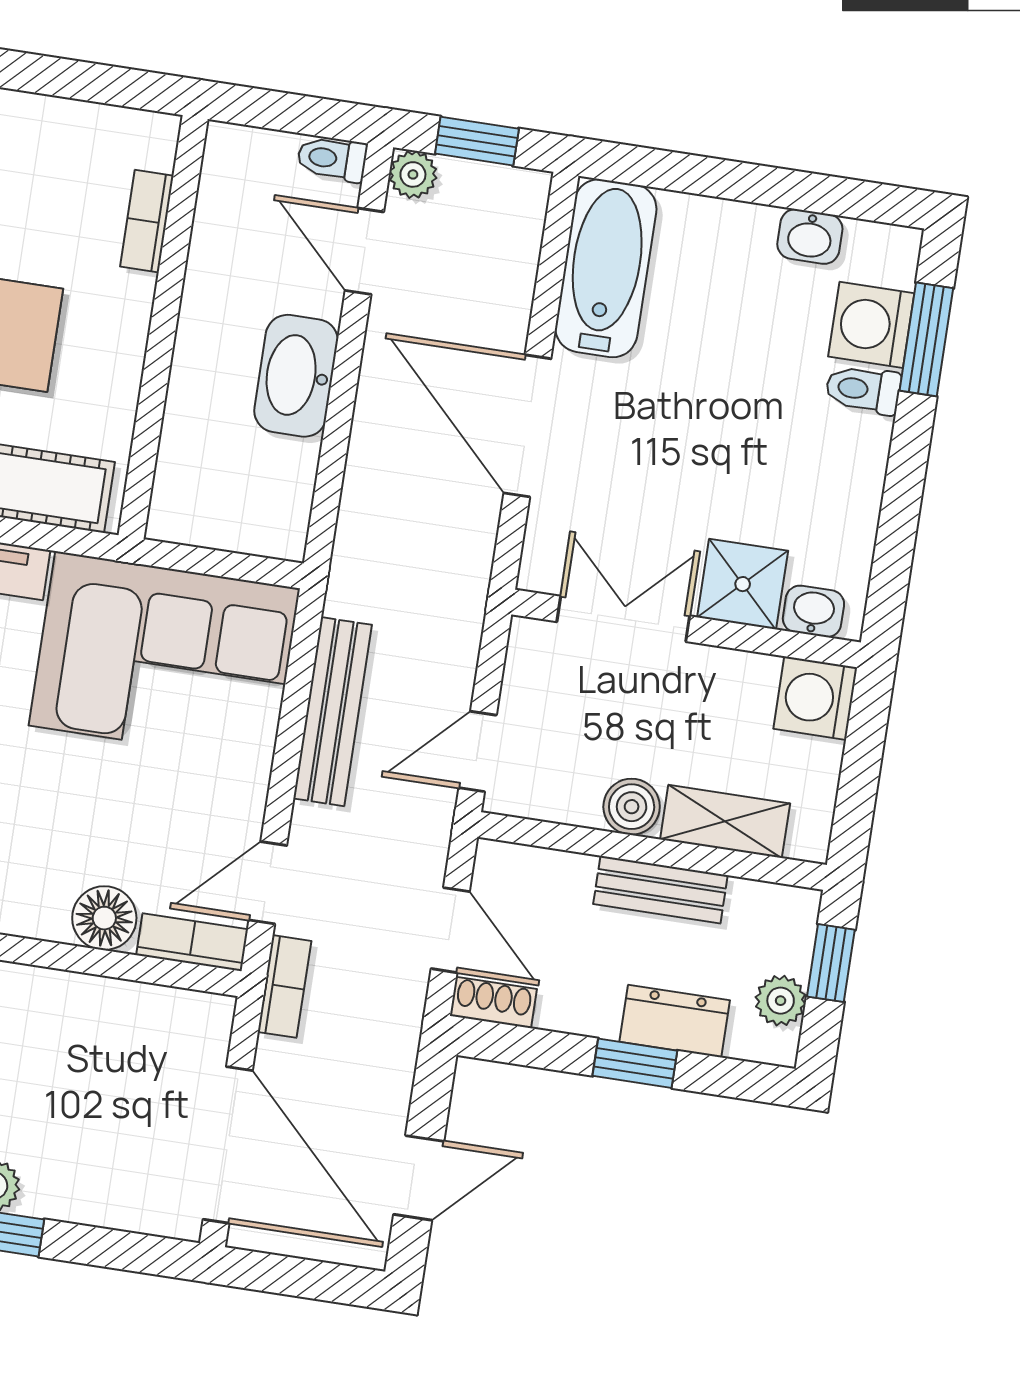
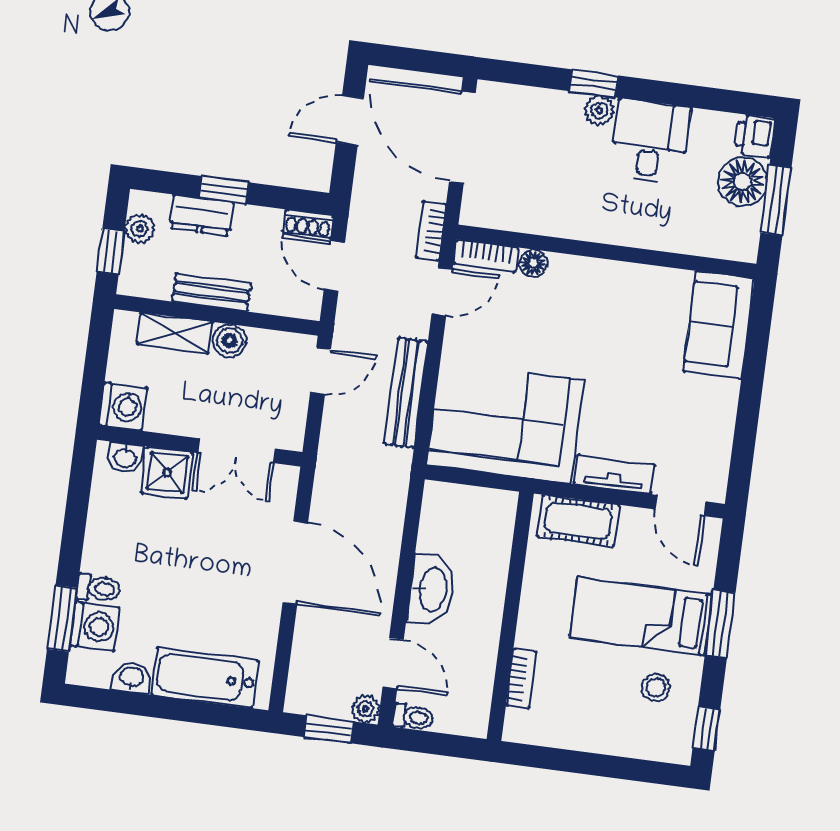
bathtub: (606, 268) -> (205, 678), moved, turned 90
floor lamp: (104, 918) -> (533, 263), width x0.73, depth x0.73

